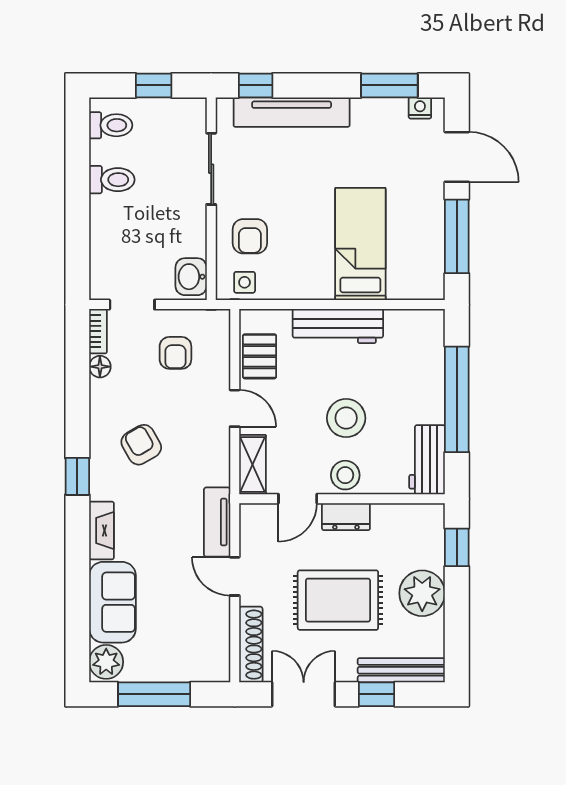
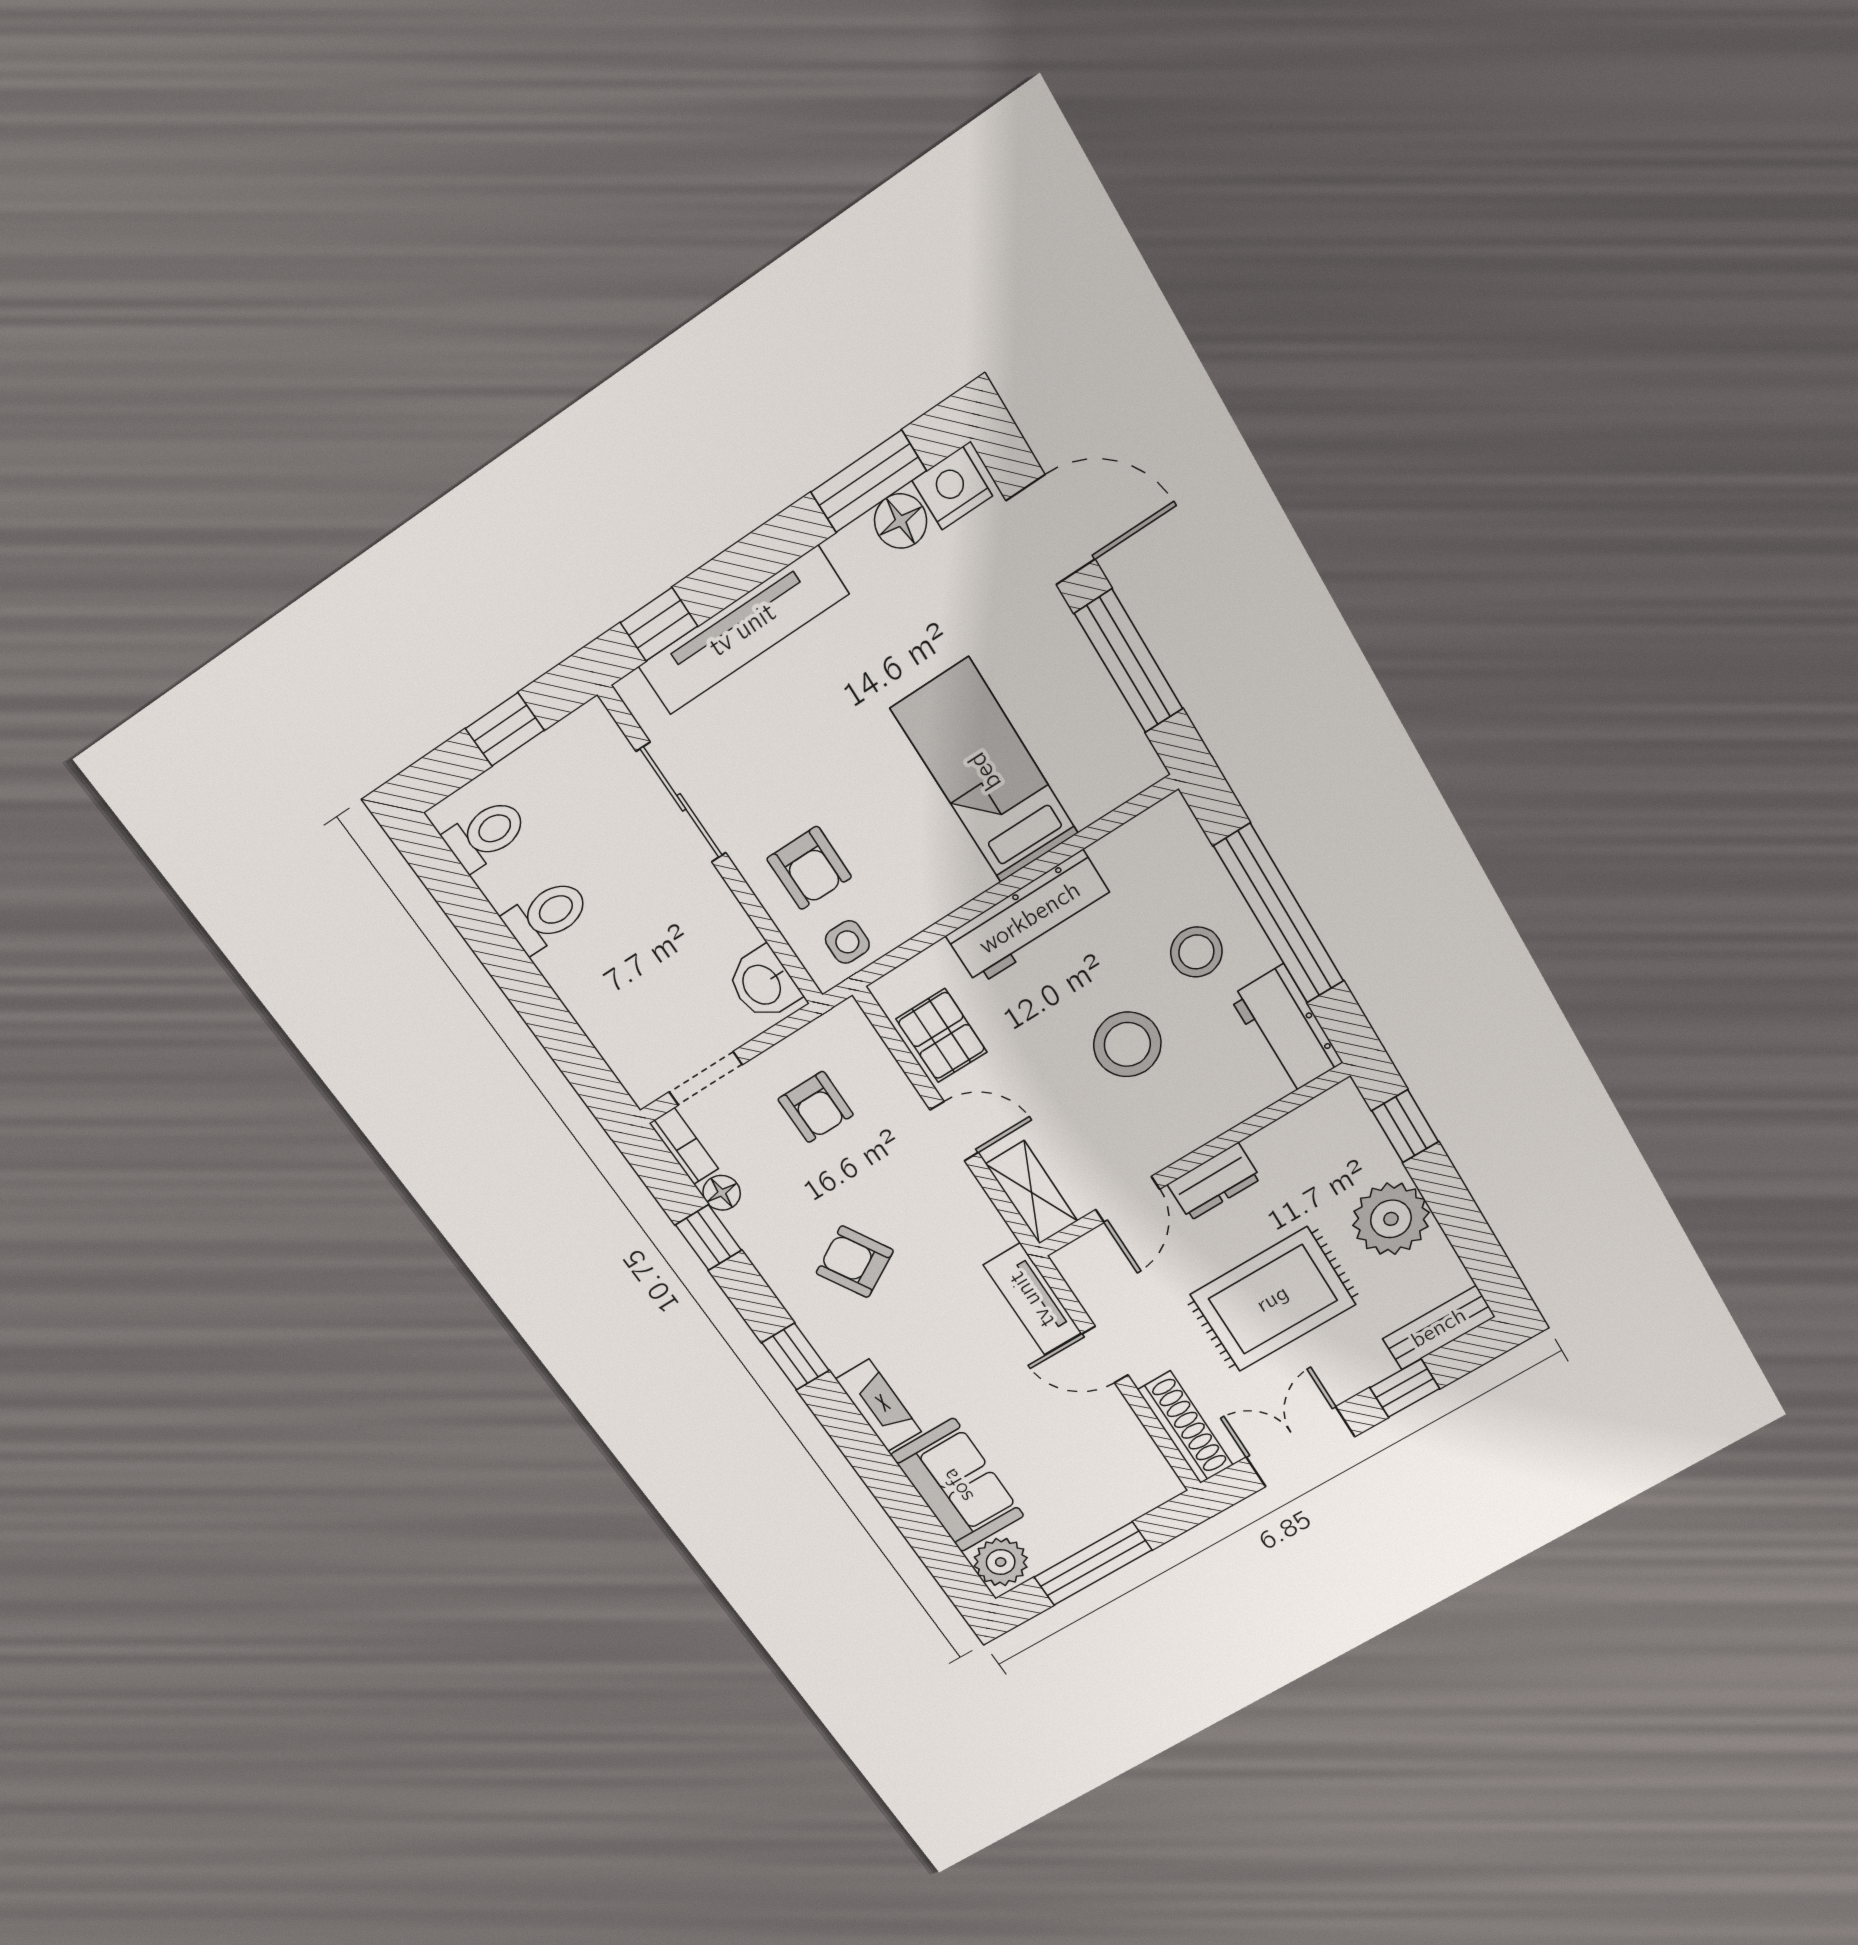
nightstand: (420, 108) -> (952, 488), width x1.39, depth x1.35
floor lamp: (393, 111) -> (901, 521), added
window: (77, 385) -> (708, 1238), added
stool: (345, 475) -> (1196, 952), moved
bench: (401, 670) -> (1439, 1328), width x0.73

